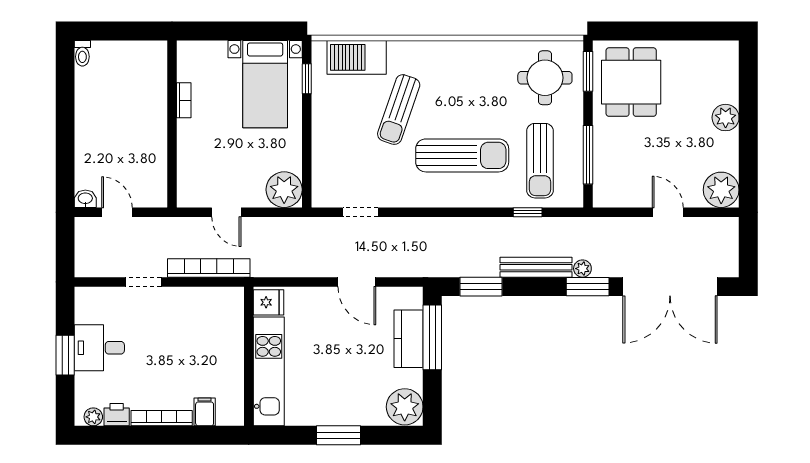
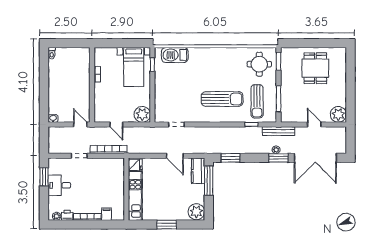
dining table: (631, 82) -> (315, 68), moved
sun lounger: (399, 110) -> (194, 78), removed
plant: (726, 118) -> (340, 82), removed
door: (117, 212) -> (80, 124), moved
bench: (536, 267) -> (279, 131), moved
kitchen counter: (409, 339) -> (198, 171), moved
window: (65, 355) -> (44, 177), moved

